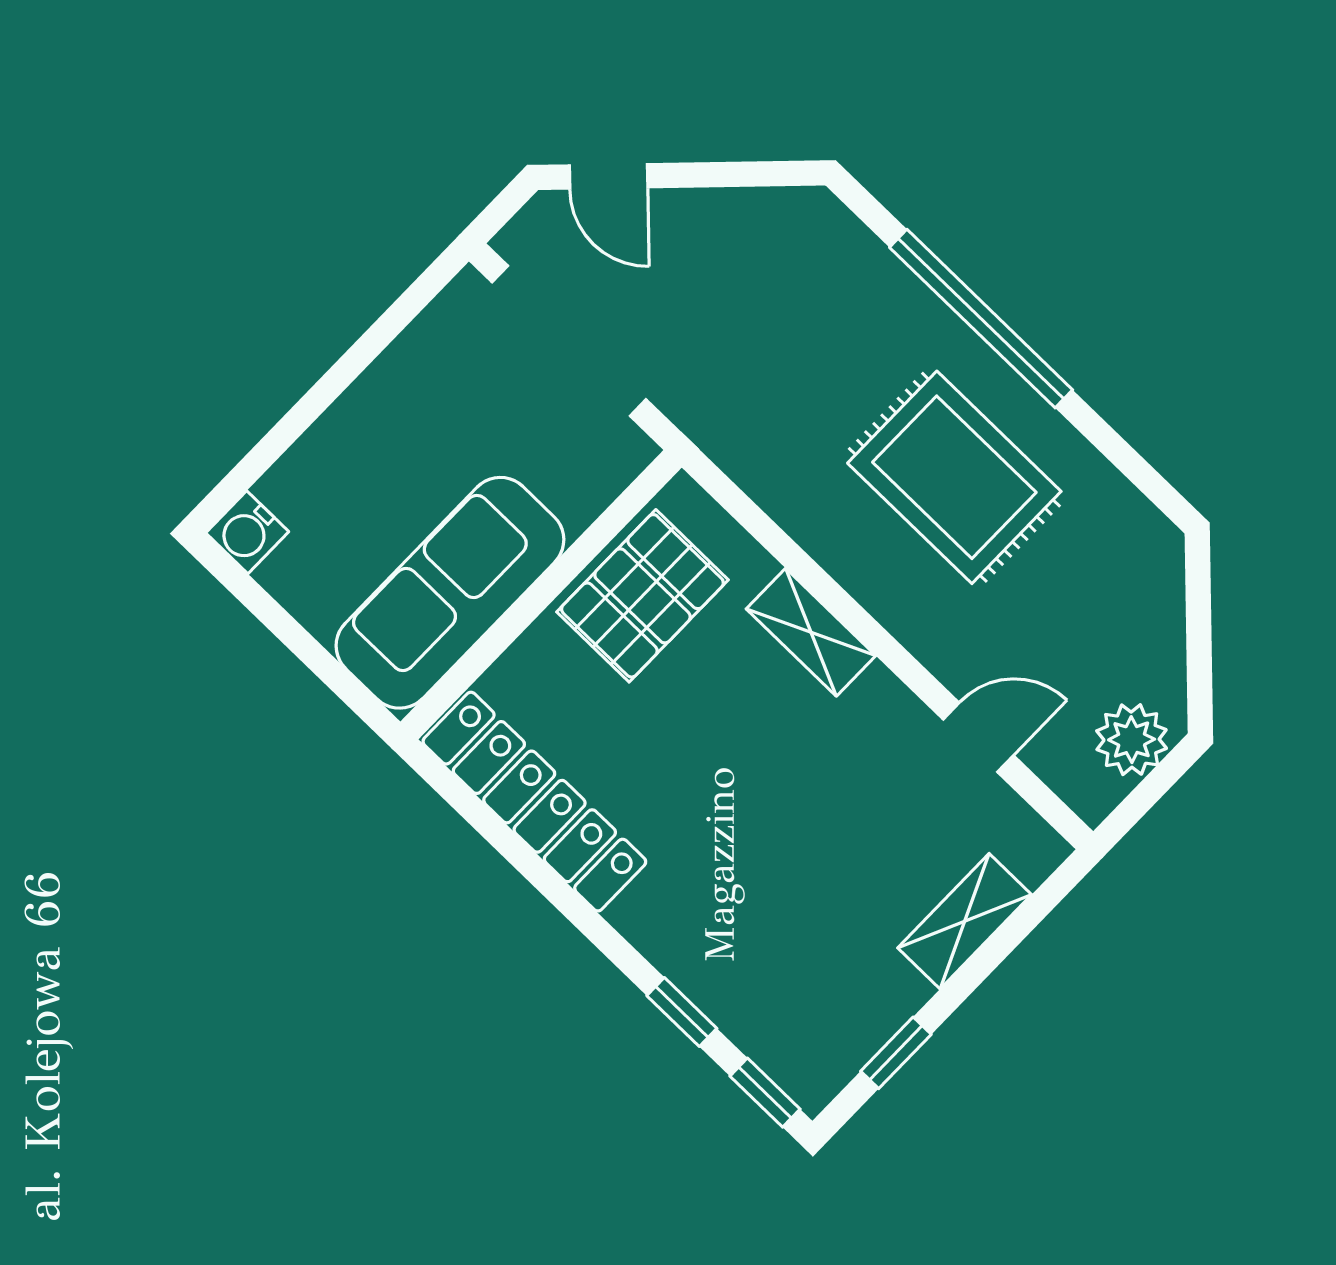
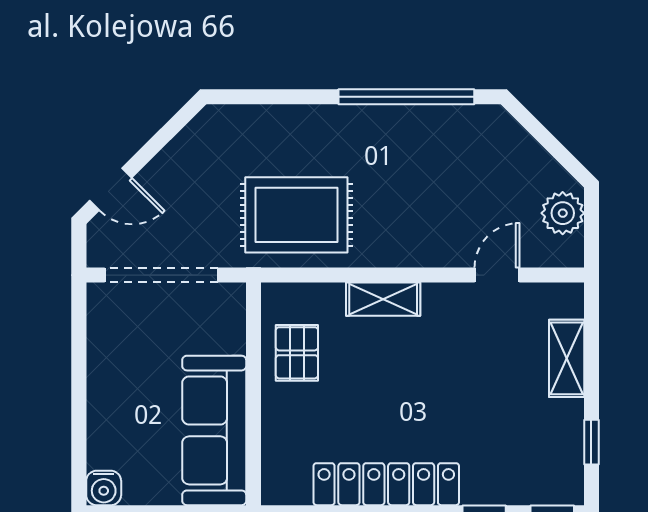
window: (981, 319) -> (406, 97), moved
rug: (954, 477) -> (296, 215), moved
pallet: (642, 596) -> (297, 353), width x0.67, depth x0.71
locker: (534, 802) -> (386, 484), moved

